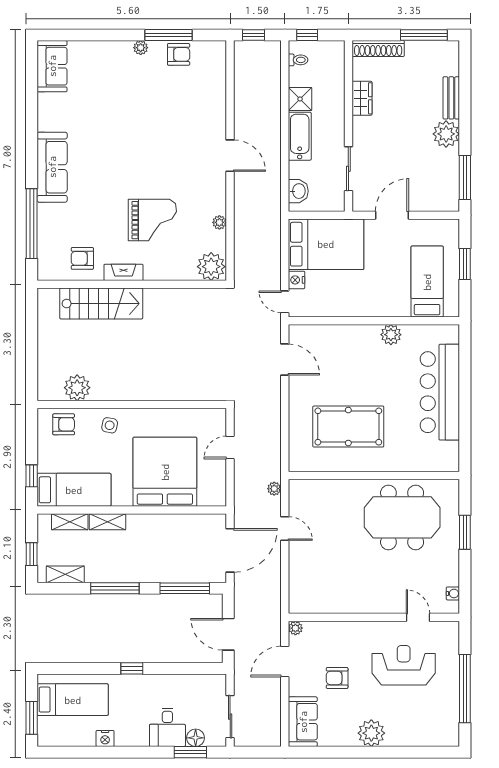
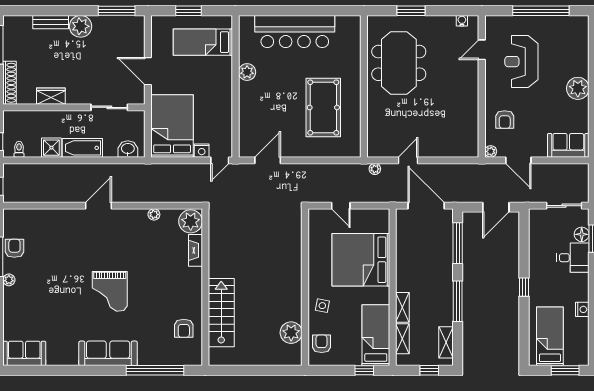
grand piano: (152, 220) -> (110, 291), moved, turned 180
fireplace: (123, 272) -> (195, 250), moved
armchair: (337, 678) -> (505, 120), moved

